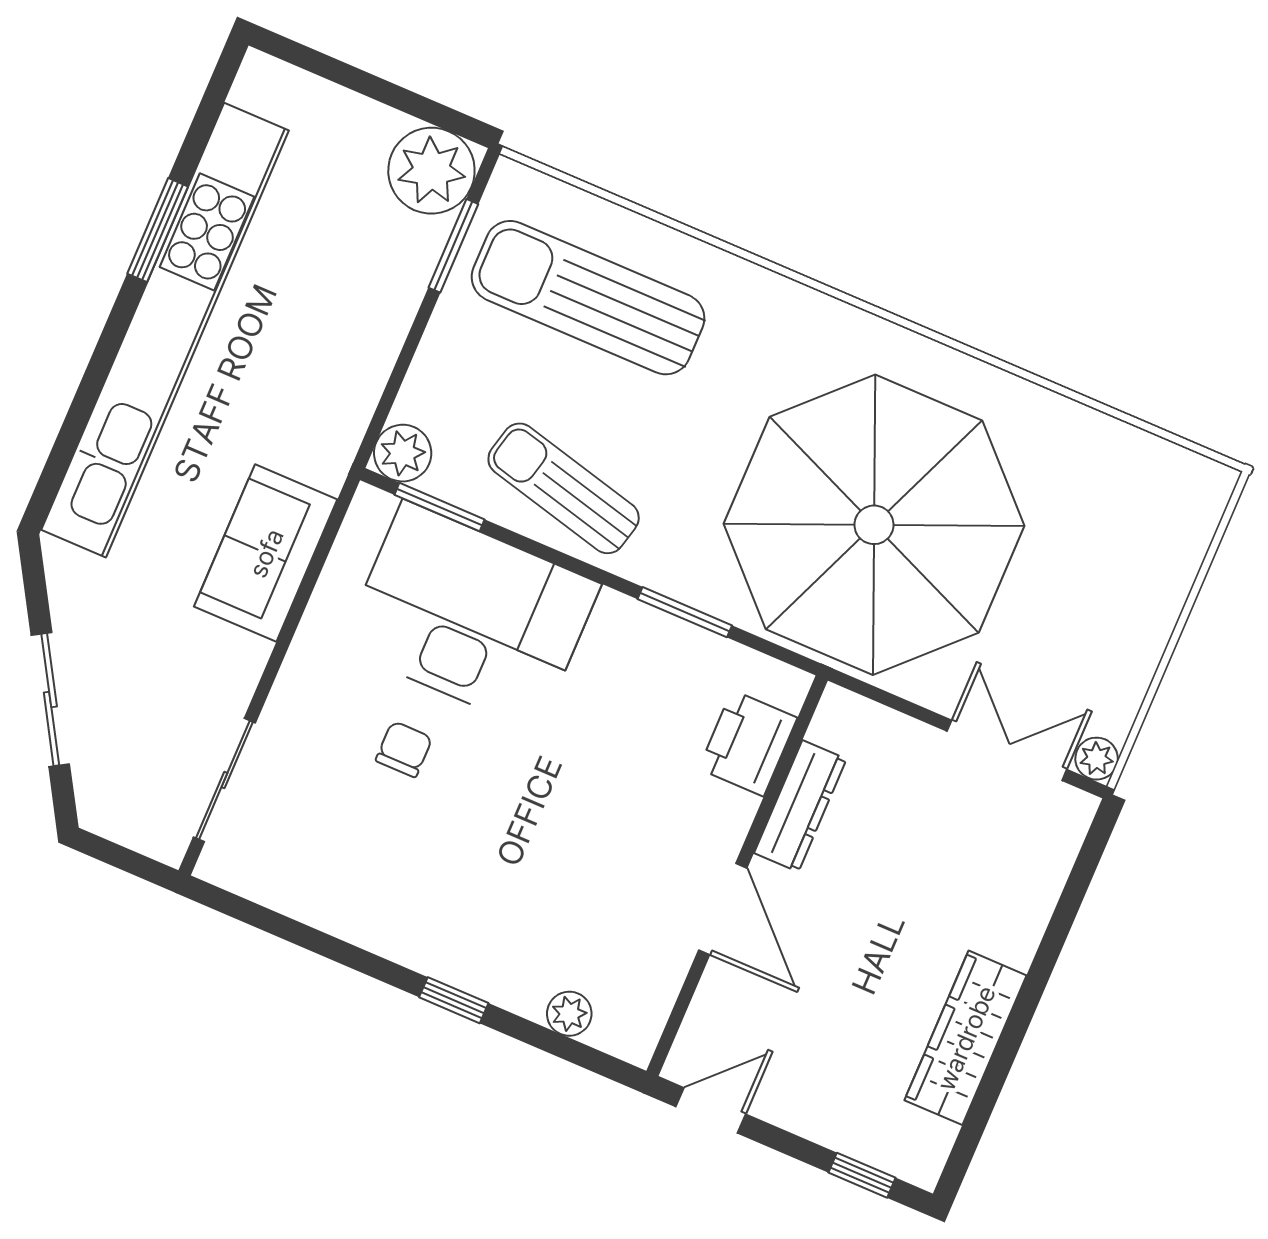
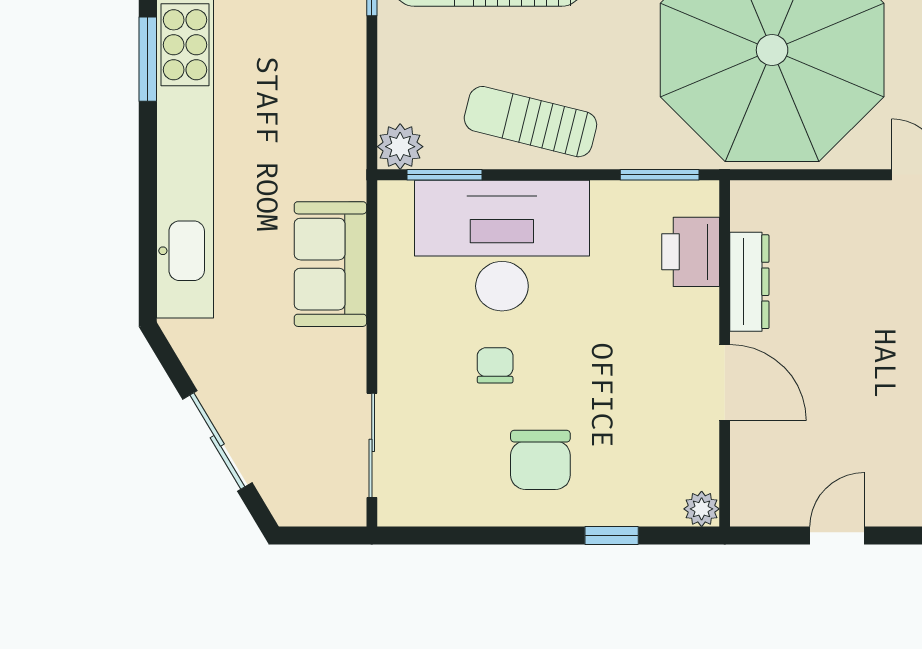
printer: (748, 743) -> (691, 252), moved
dresser: (800, 806) -> (749, 282), moved
wall: (737, 876) -> (725, 353), moved
chair: (409, 879) -> (540, 460), added
door: (723, 909) -> (725, 383), moved

